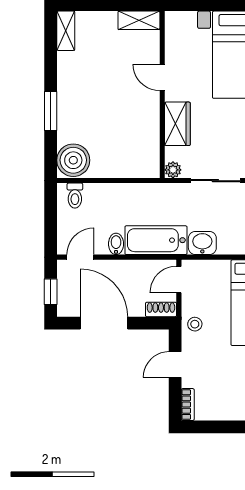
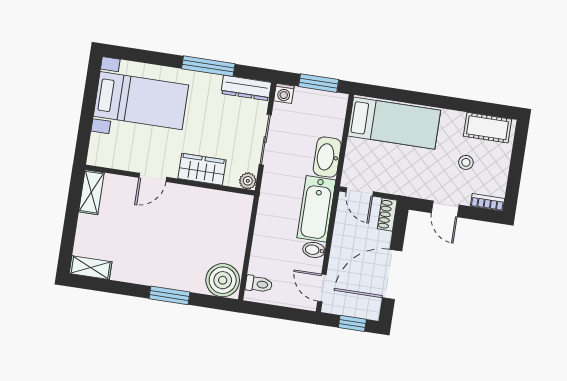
washbasin: (202, 243) -> (327, 157), width x1.38
stool: (195, 324) -> (466, 162), moved

